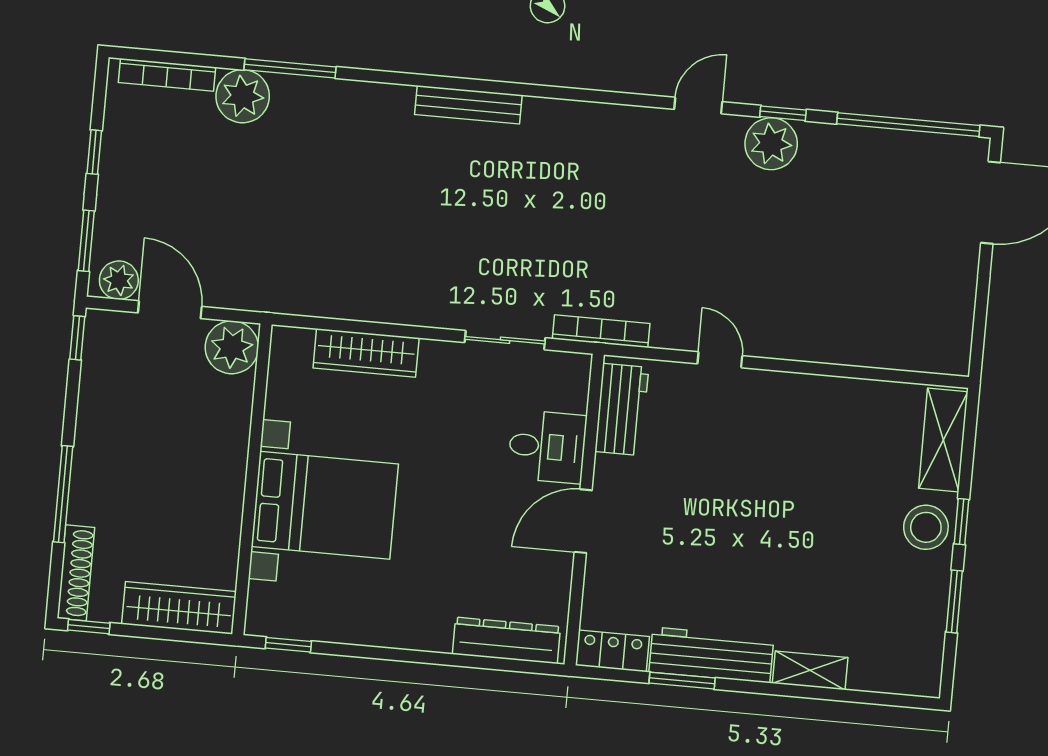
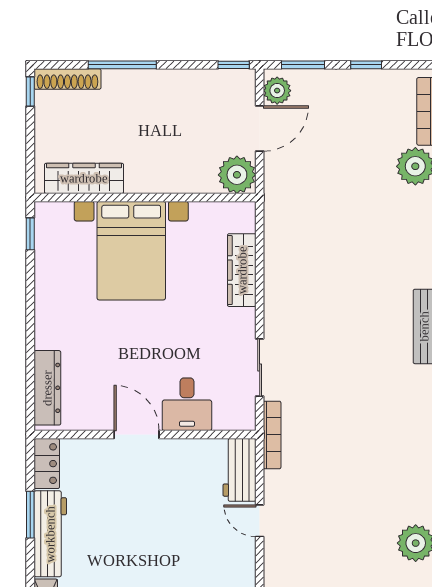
door: (720, 360) -> (260, 521), swing flipped
workbench: (622, 409) -> (239, 470), moved, turned 90
wardrobe: (179, 608) -> (84, 178), moved, turned -90

